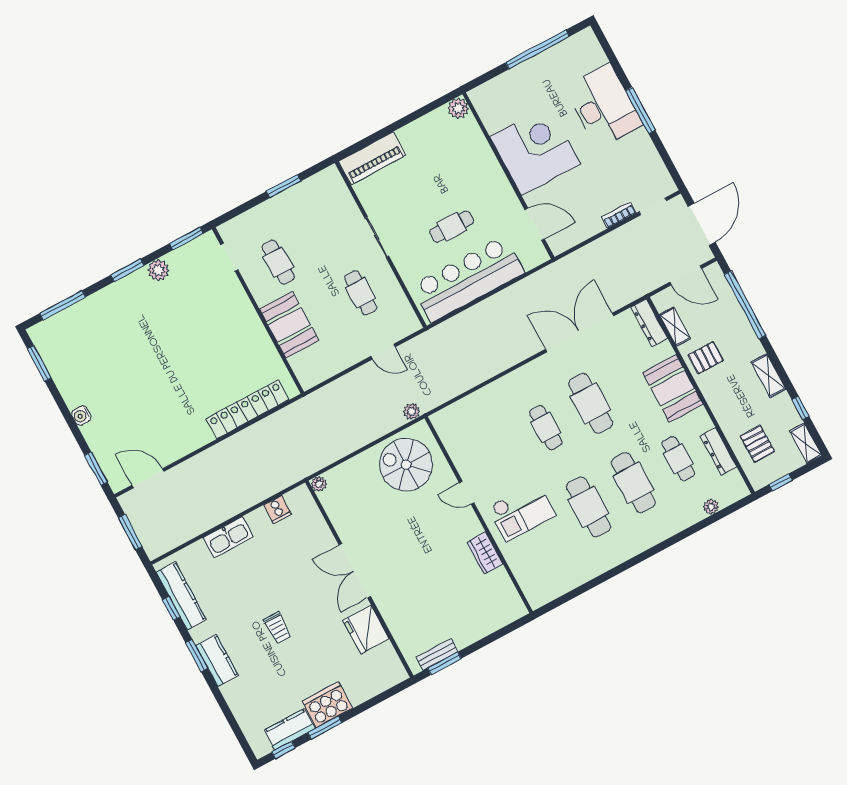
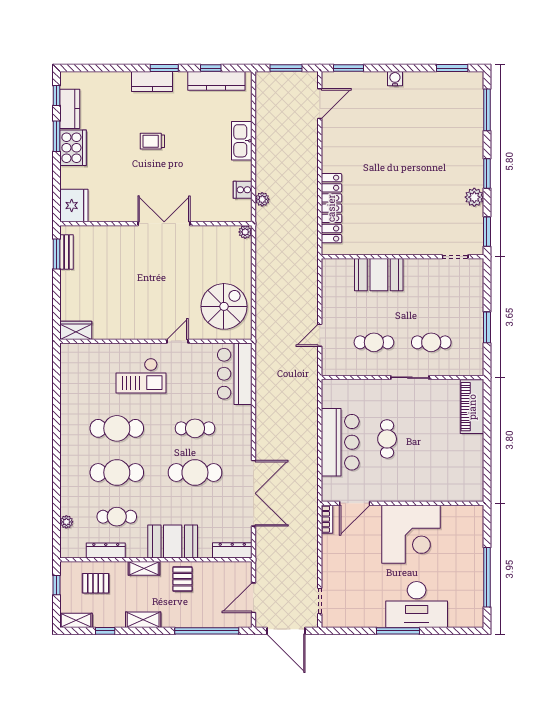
plant: (458, 108) -> (475, 493), removed
bookcase: (619, 215) -> (327, 519), moved
cafe table: (278, 262) -> (431, 342), moved
bar counter: (468, 279) -> (340, 442), width x0.73
shelving: (675, 327) -> (144, 568), moved
plant: (412, 411) -> (262, 199), moved
bar counter: (469, 417) -> (235, 374), added
checkout: (522, 511) -> (141, 376), turned -90
wardrobe: (485, 553) -> (76, 330), moved
fridge: (366, 629) -> (74, 205), moved, turned 90

